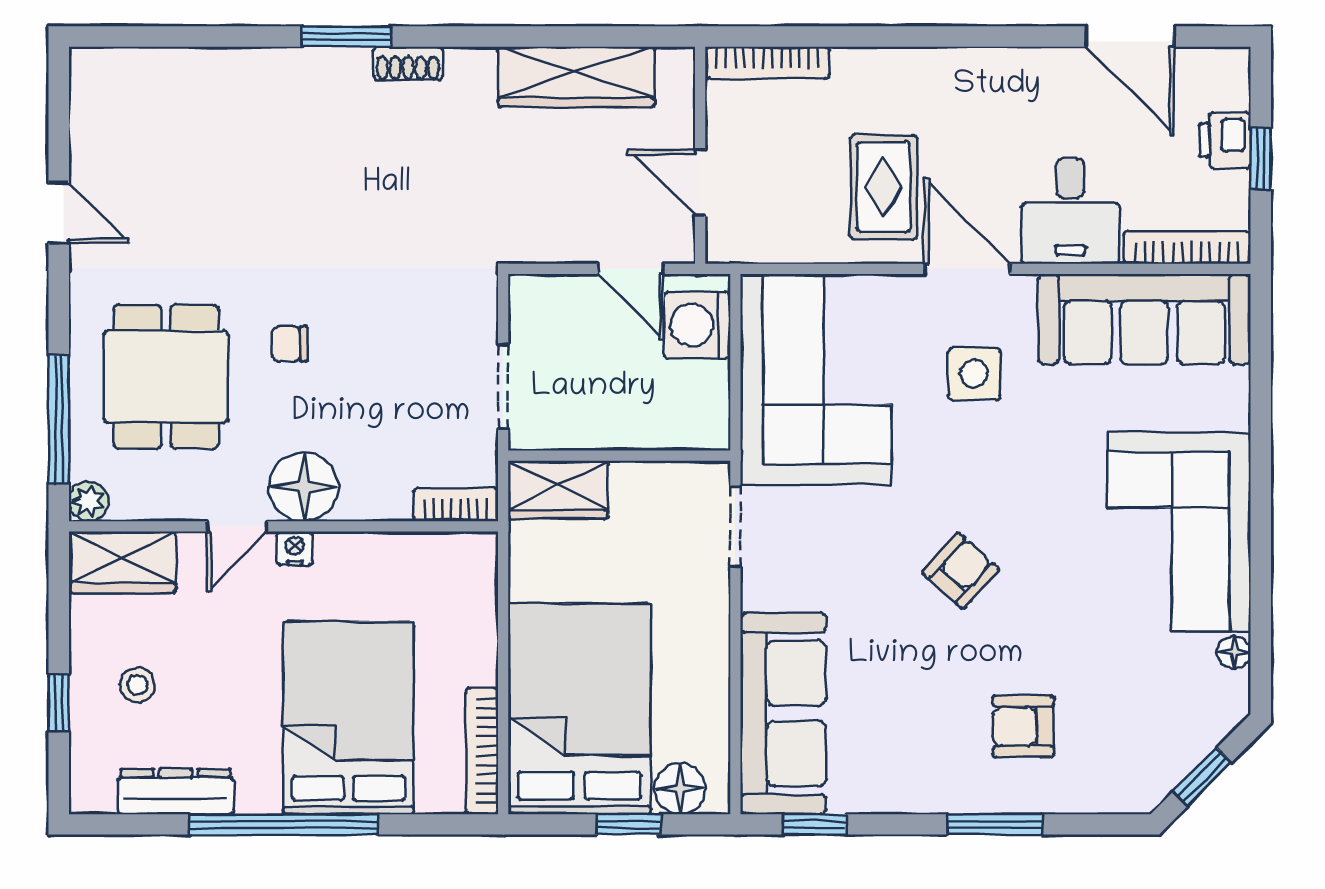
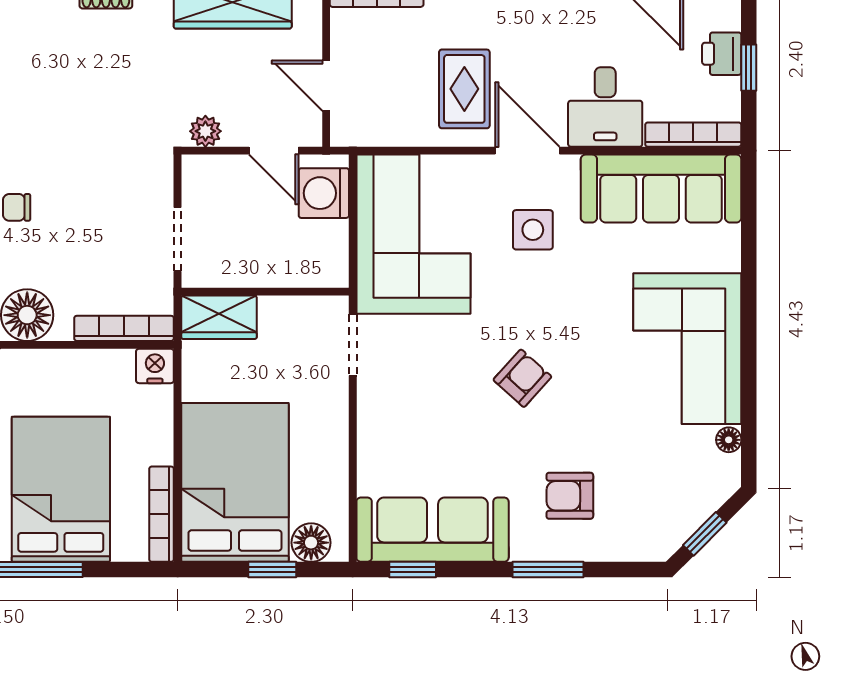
plant: (540, 243) -> (205, 131), added
bookcase: (456, 504) -> (124, 328), width x1.56
nightstand: (295, 548) -> (155, 366), moved, width x1.39, depth x1.35
sofa: (783, 713) -> (433, 530), moved, turned -90

